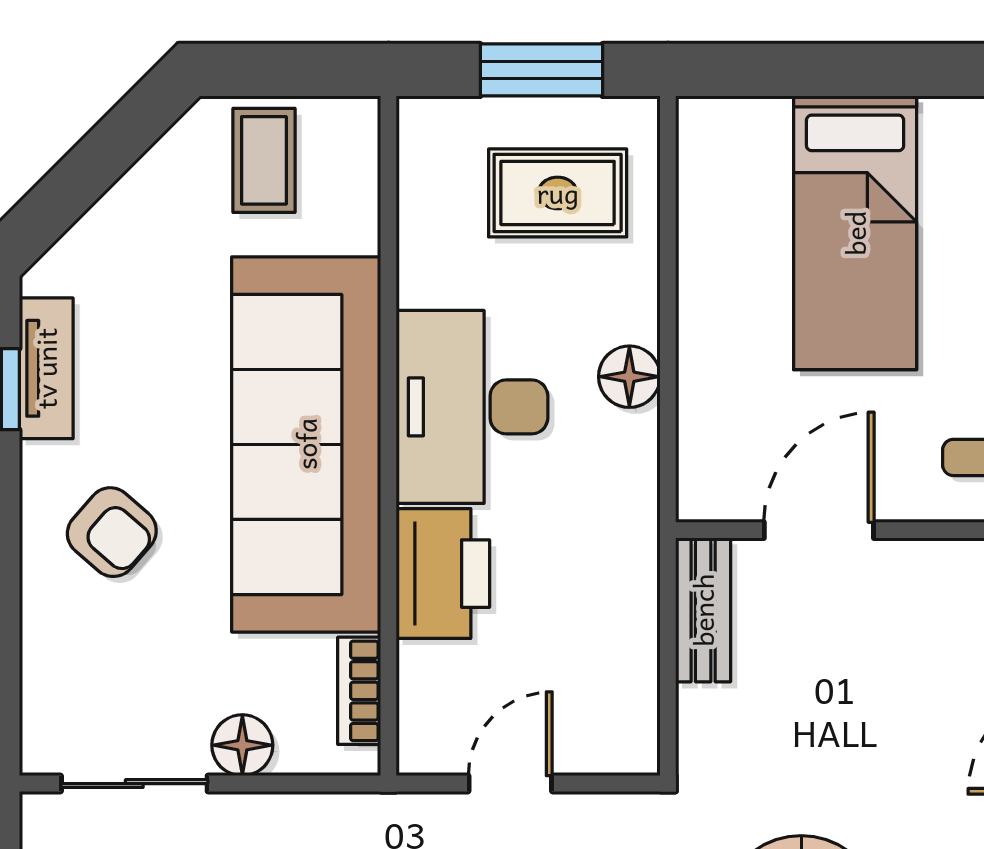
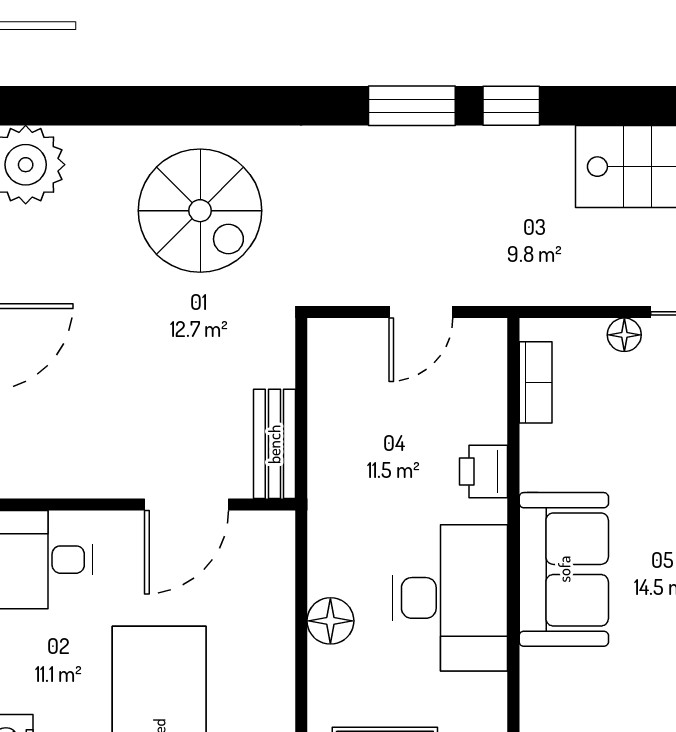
sofa: (306, 444) -> (564, 569), width x0.54, depth x0.79
printer: (443, 574) -> (484, 471), width x0.53, depth x0.68
floor lamp: (242, 745) -> (624, 335), width x0.73, depth x0.73

